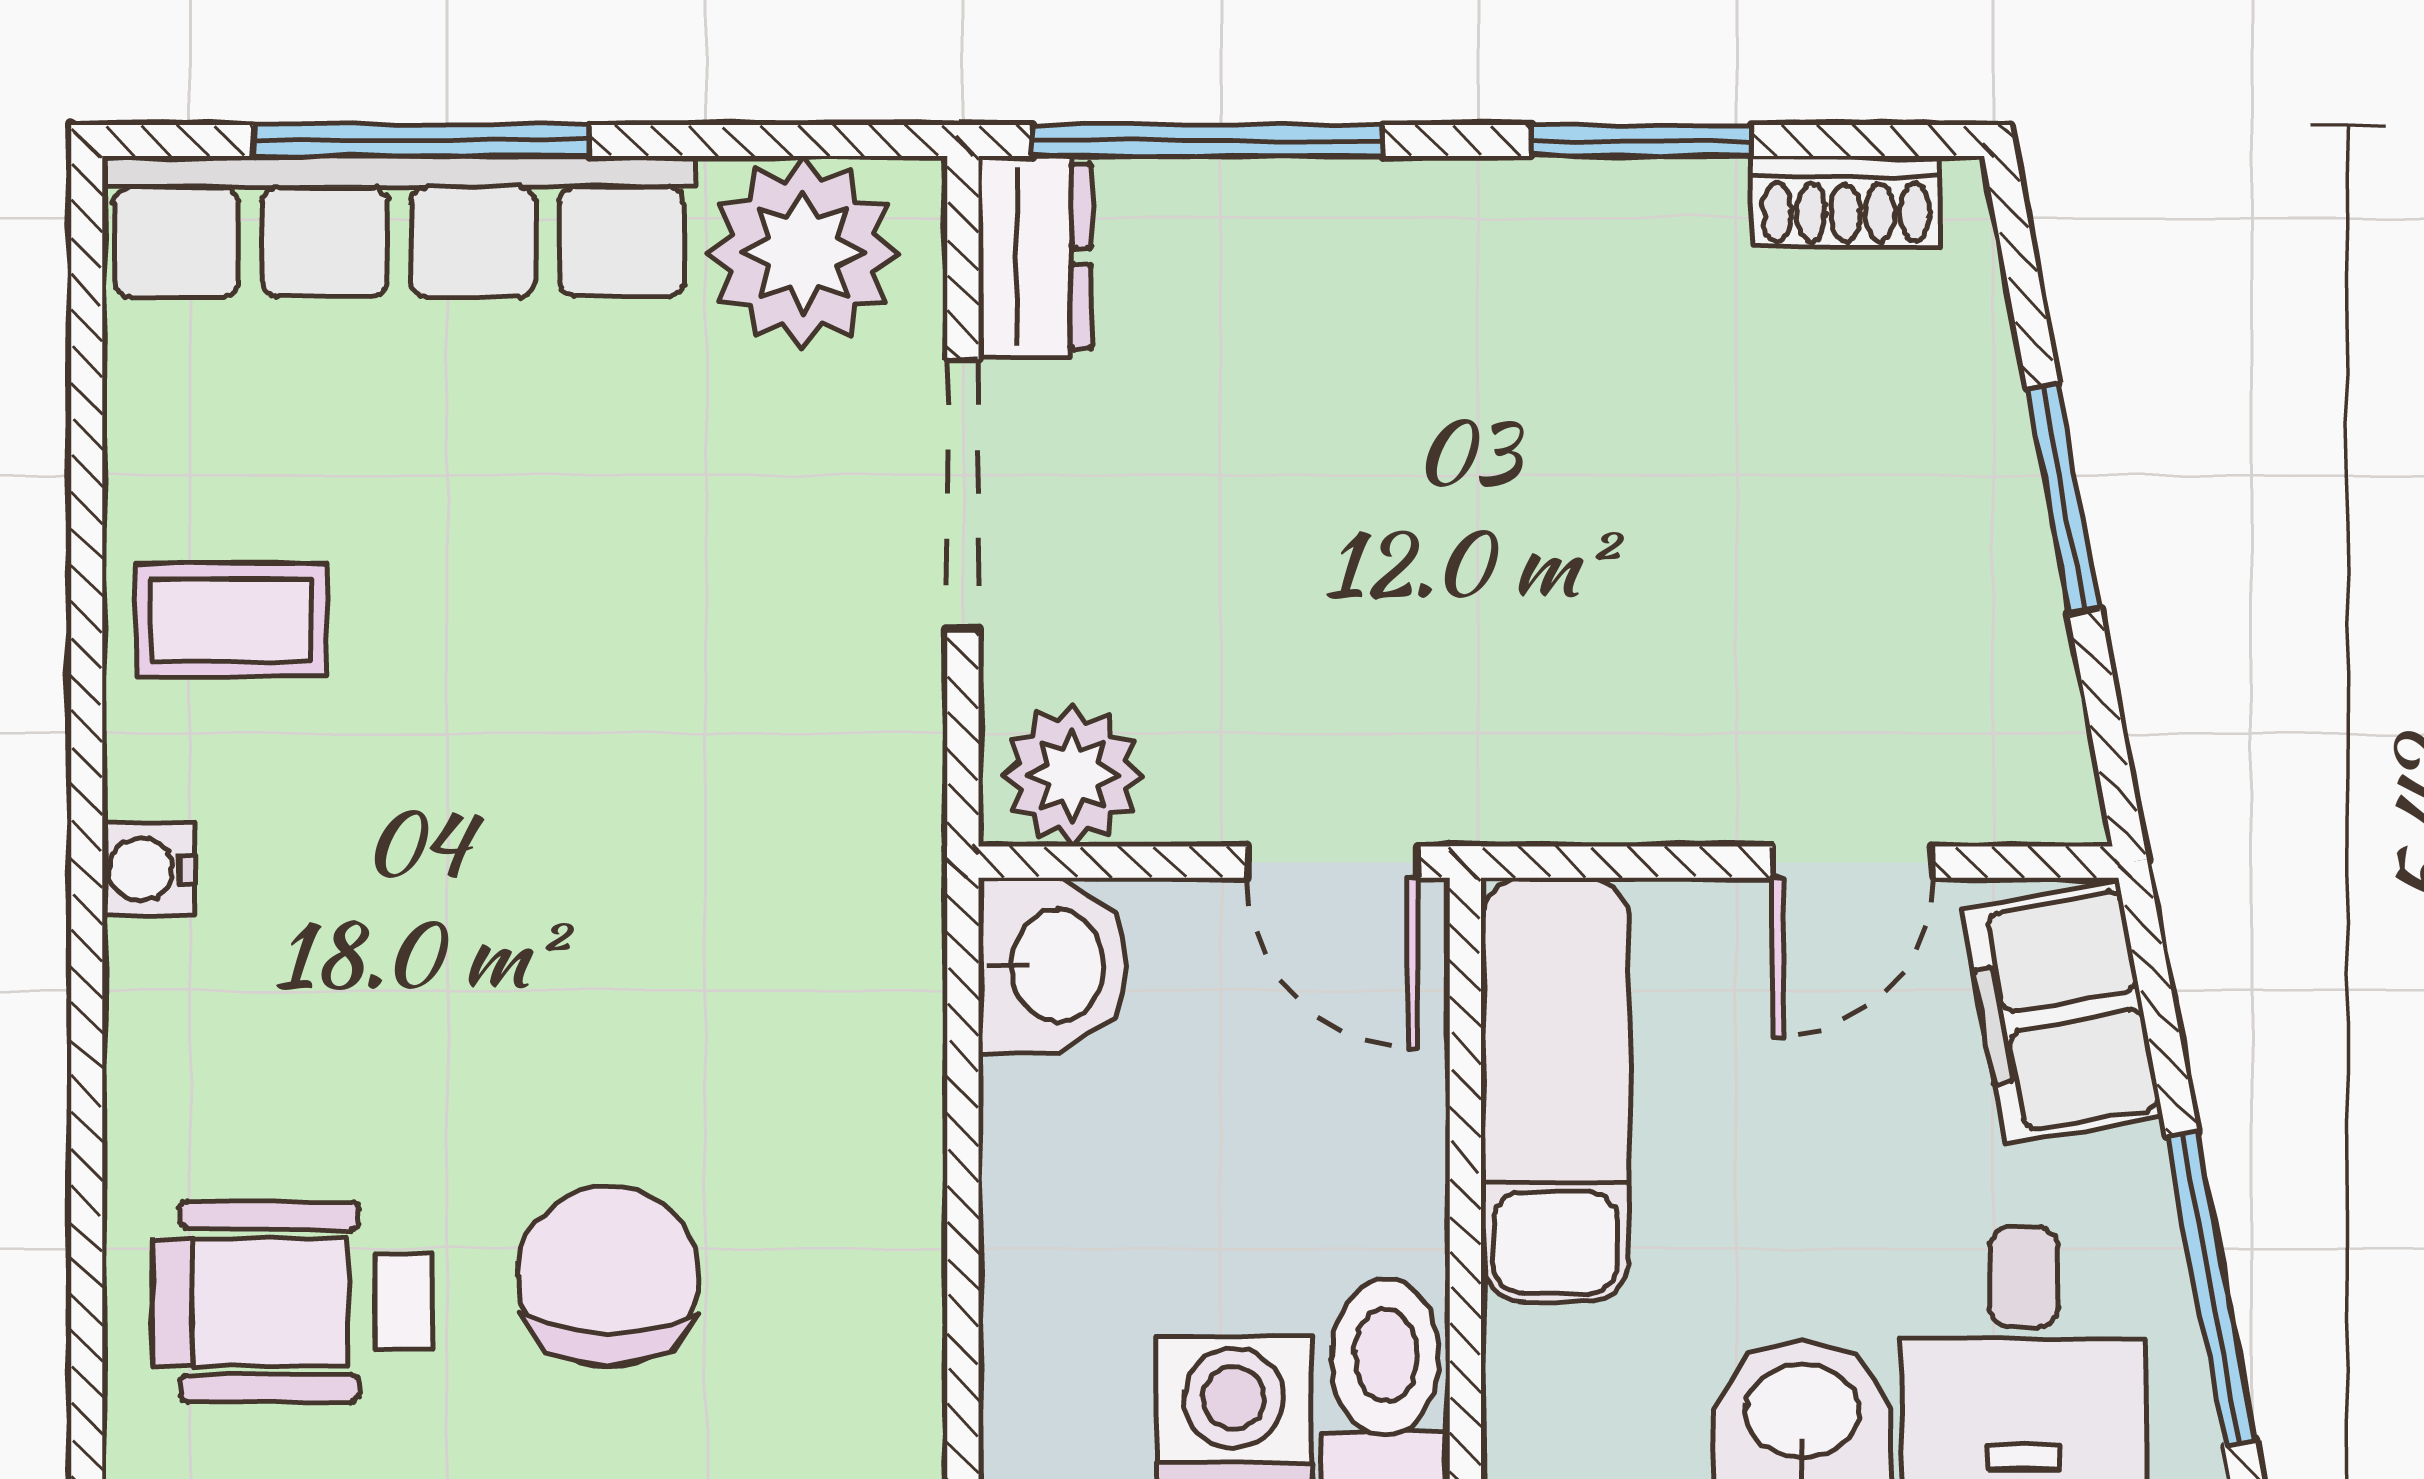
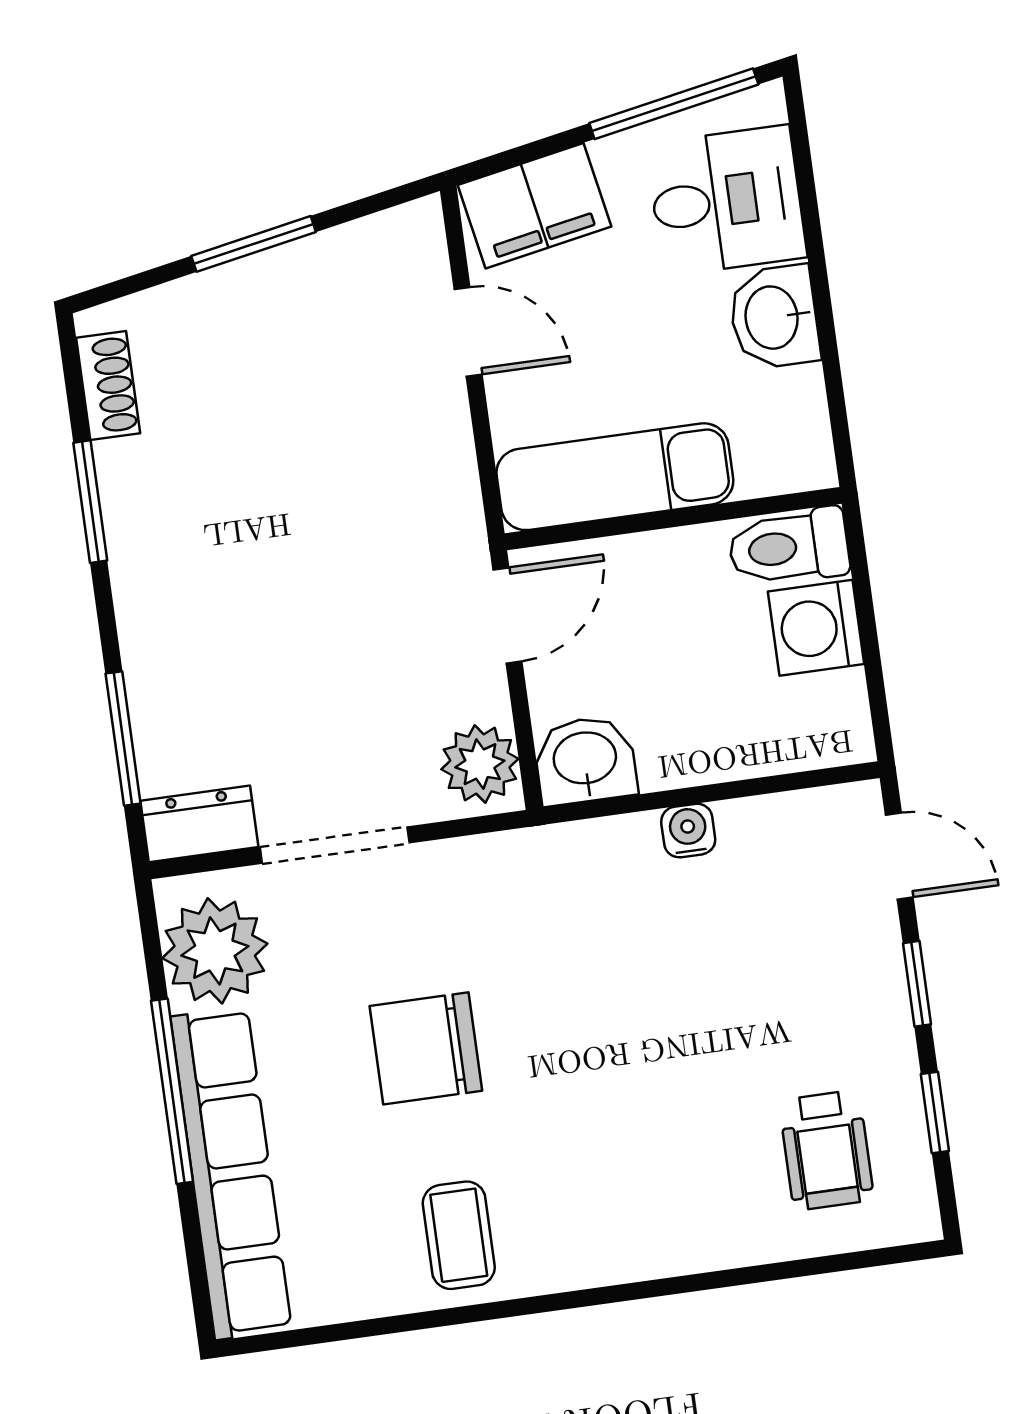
window: (422, 141) -> (172, 1091), moved
window: (1207, 141) -> (123, 738), width x0.69
water cooler: (149, 869) -> (688, 831), moved, turned 180
chair: (608, 1276) -> (426, 1048), moved
wheelchair: (292, 1302) -> (826, 1150), width x0.73, depth x0.73

